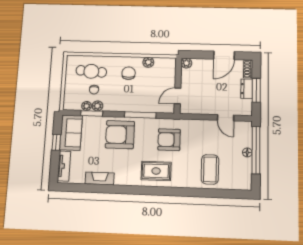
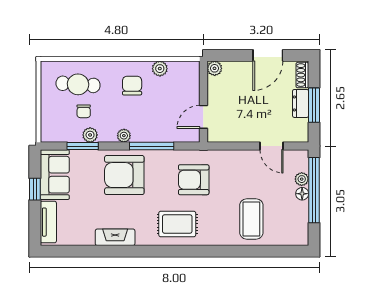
plant: (87, 106) -> (124, 136), moved
plant: (247, 142) -> (302, 179), added
fireplace: (100, 178) -> (115, 237), moved

